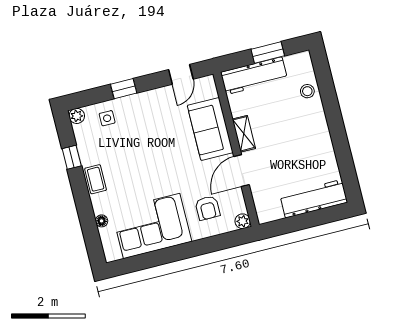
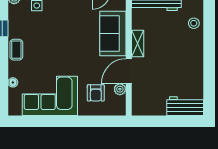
workbench: (314, 199) -> (185, 106), width x0.73
plant: (243, 221) -> (120, 89), moved

